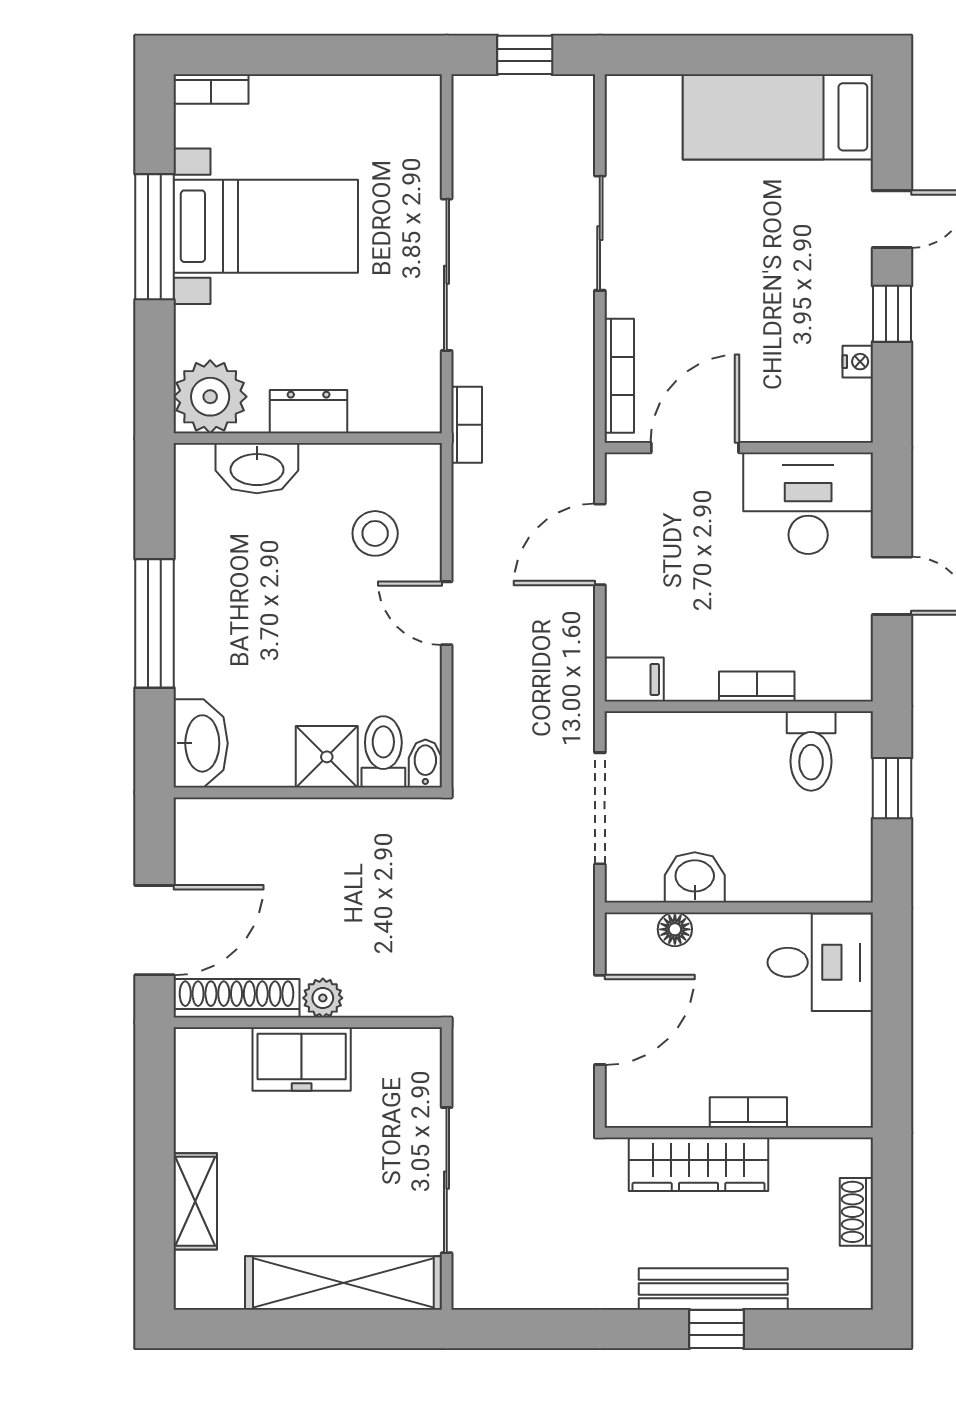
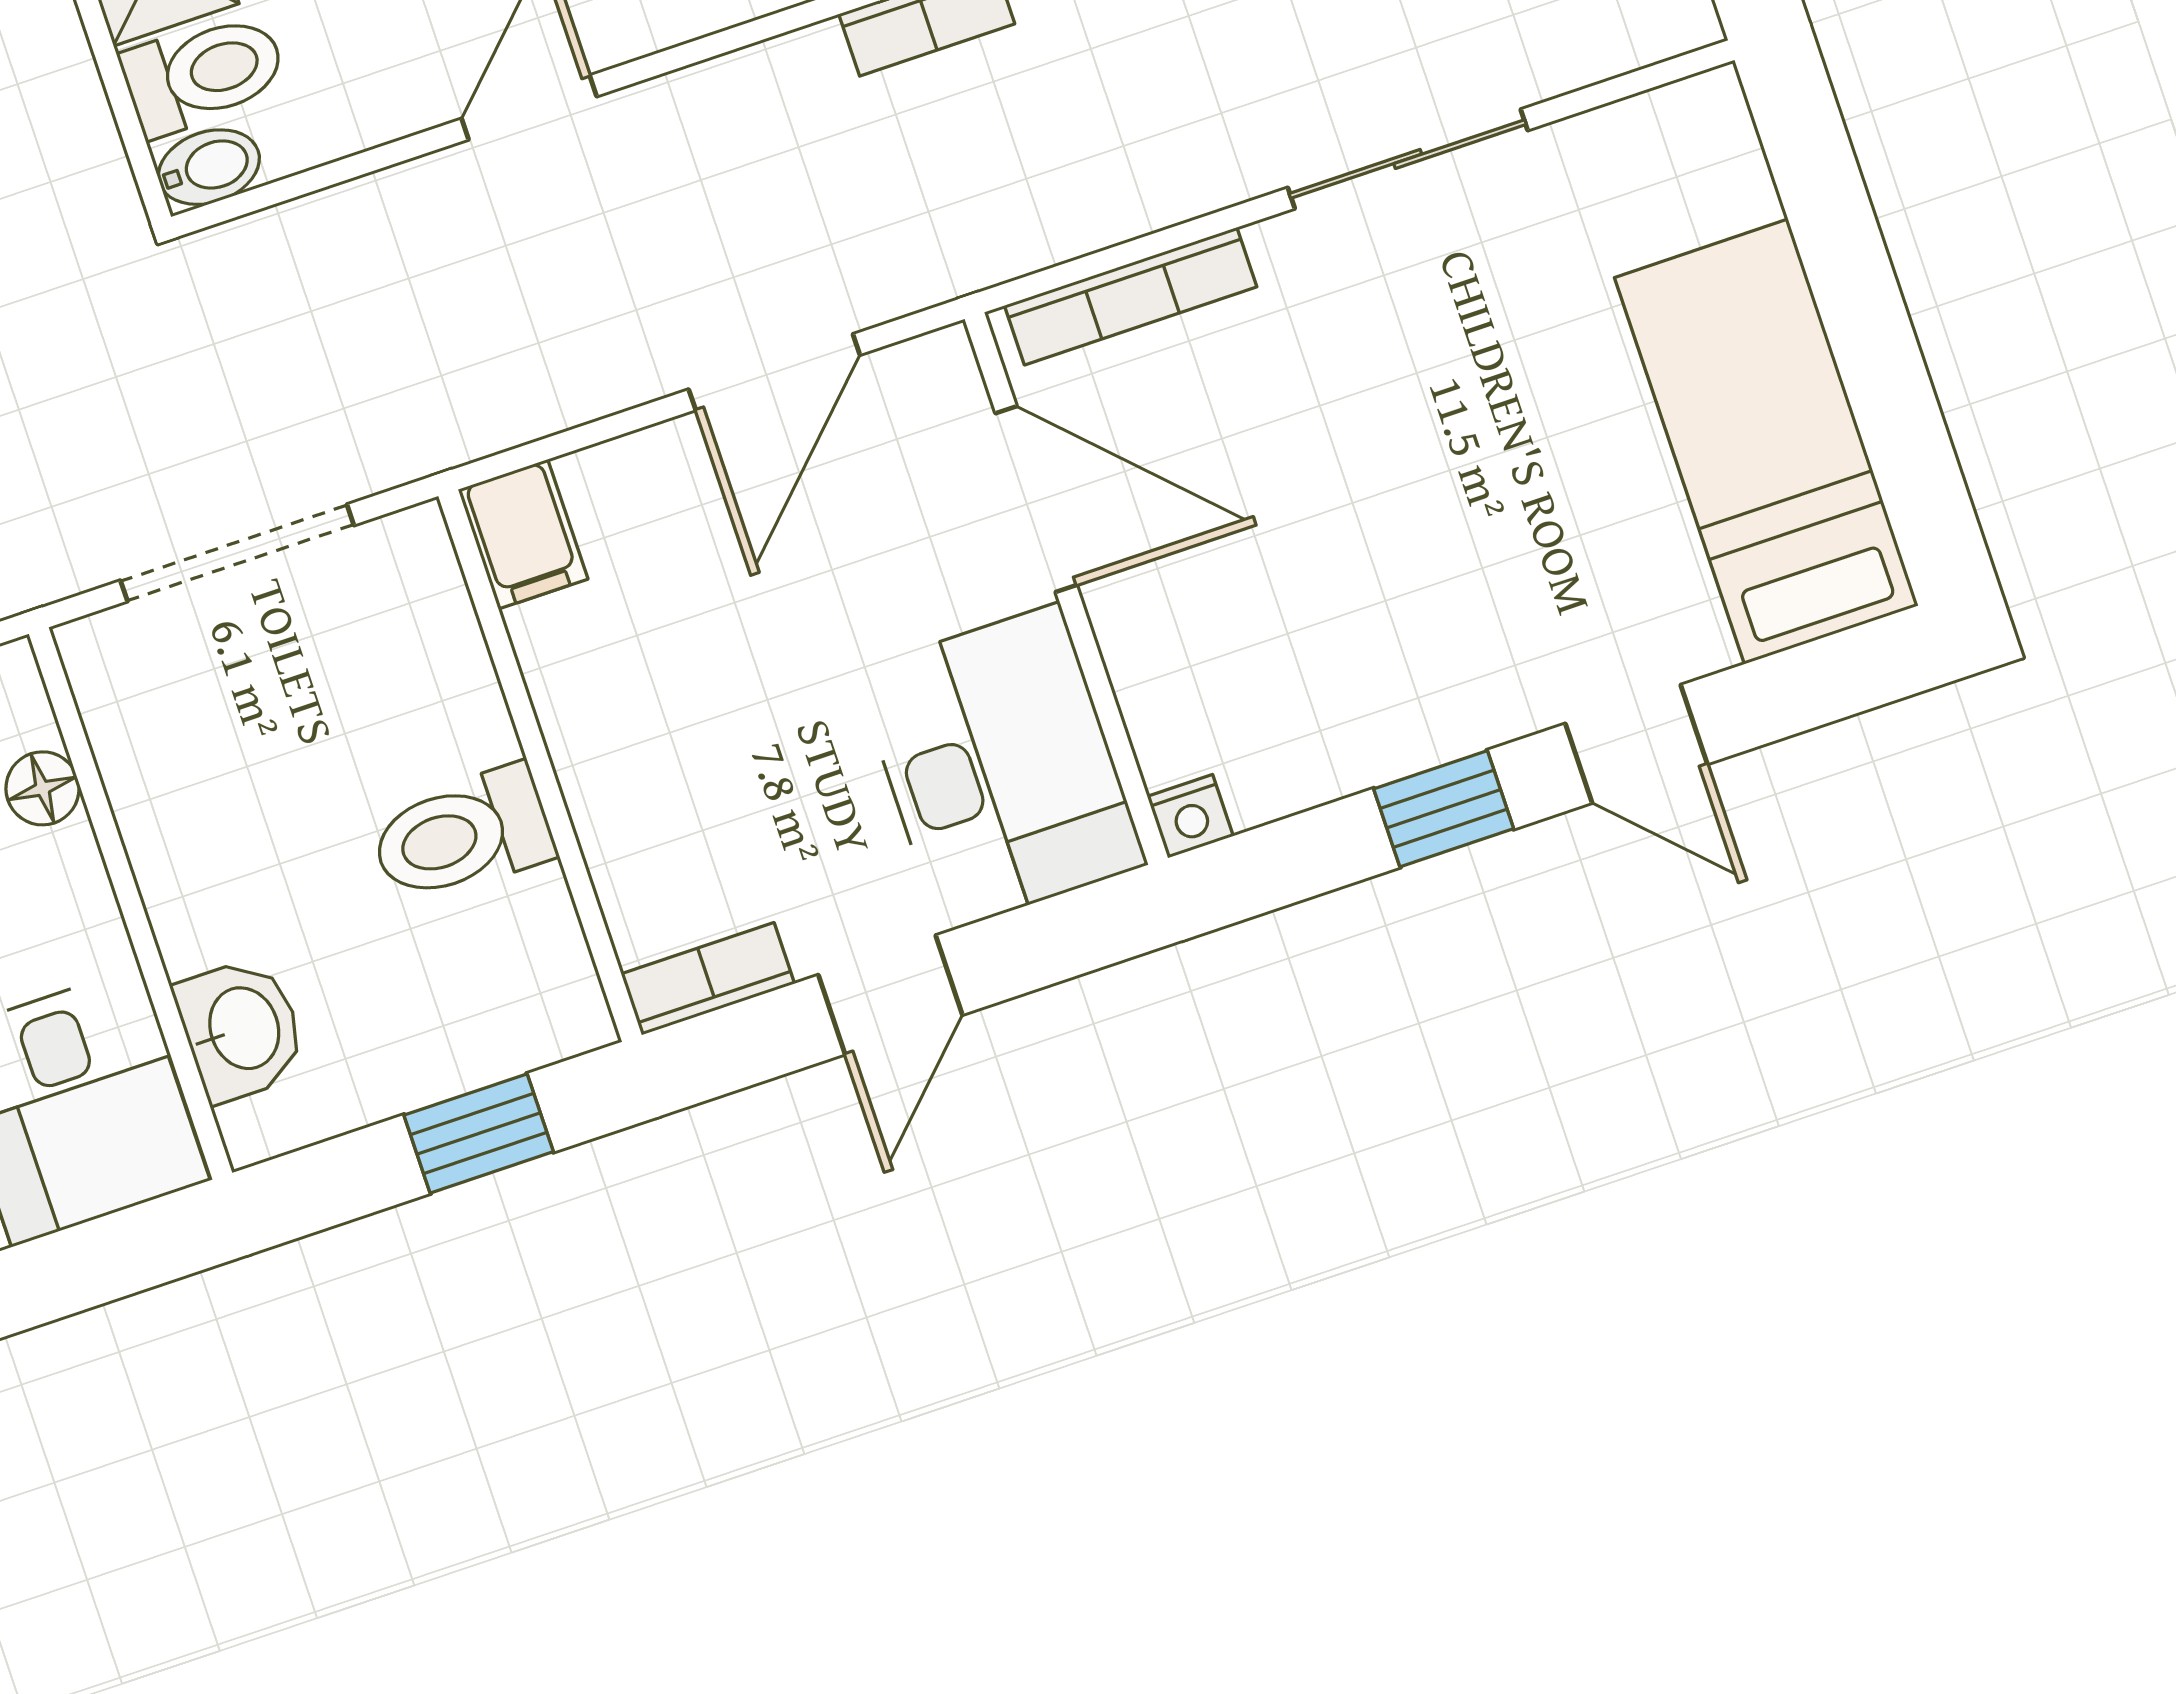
nightstand: (858, 362) -> (1190, 816), moved
door: (600, 544) -> (774, 372), swing flipped
bookcase: (757, 686) -> (708, 979), moved, turned -90
toilet: (811, 751) -> (462, 835), moved
washbasin: (695, 877) -> (241, 1029), moved

